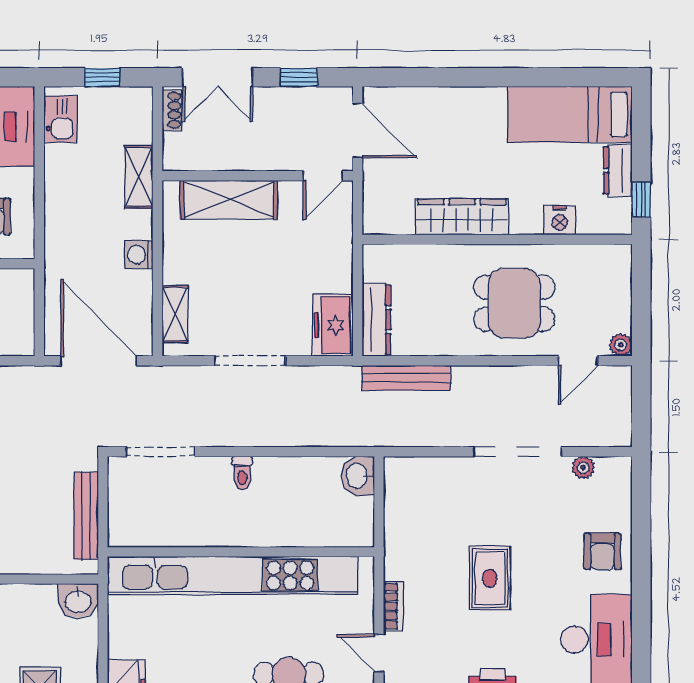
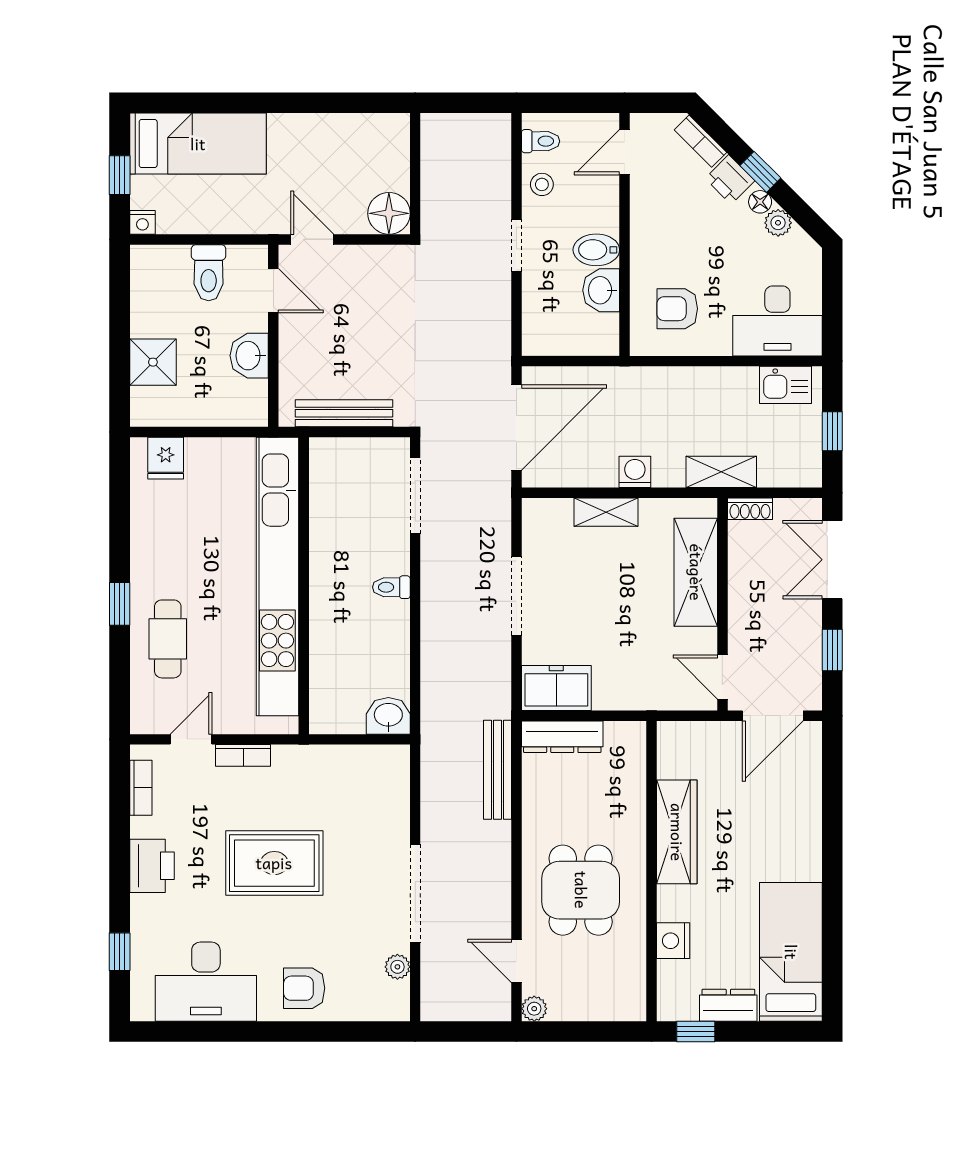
shoe rack: (172, 110) -> (750, 509), moved
shelving: (175, 314) -> (606, 512), moved
rug: (490, 578) -> (274, 863), width x1.36, depth x1.43
washbasin: (78, 601) -> (249, 356), moved

